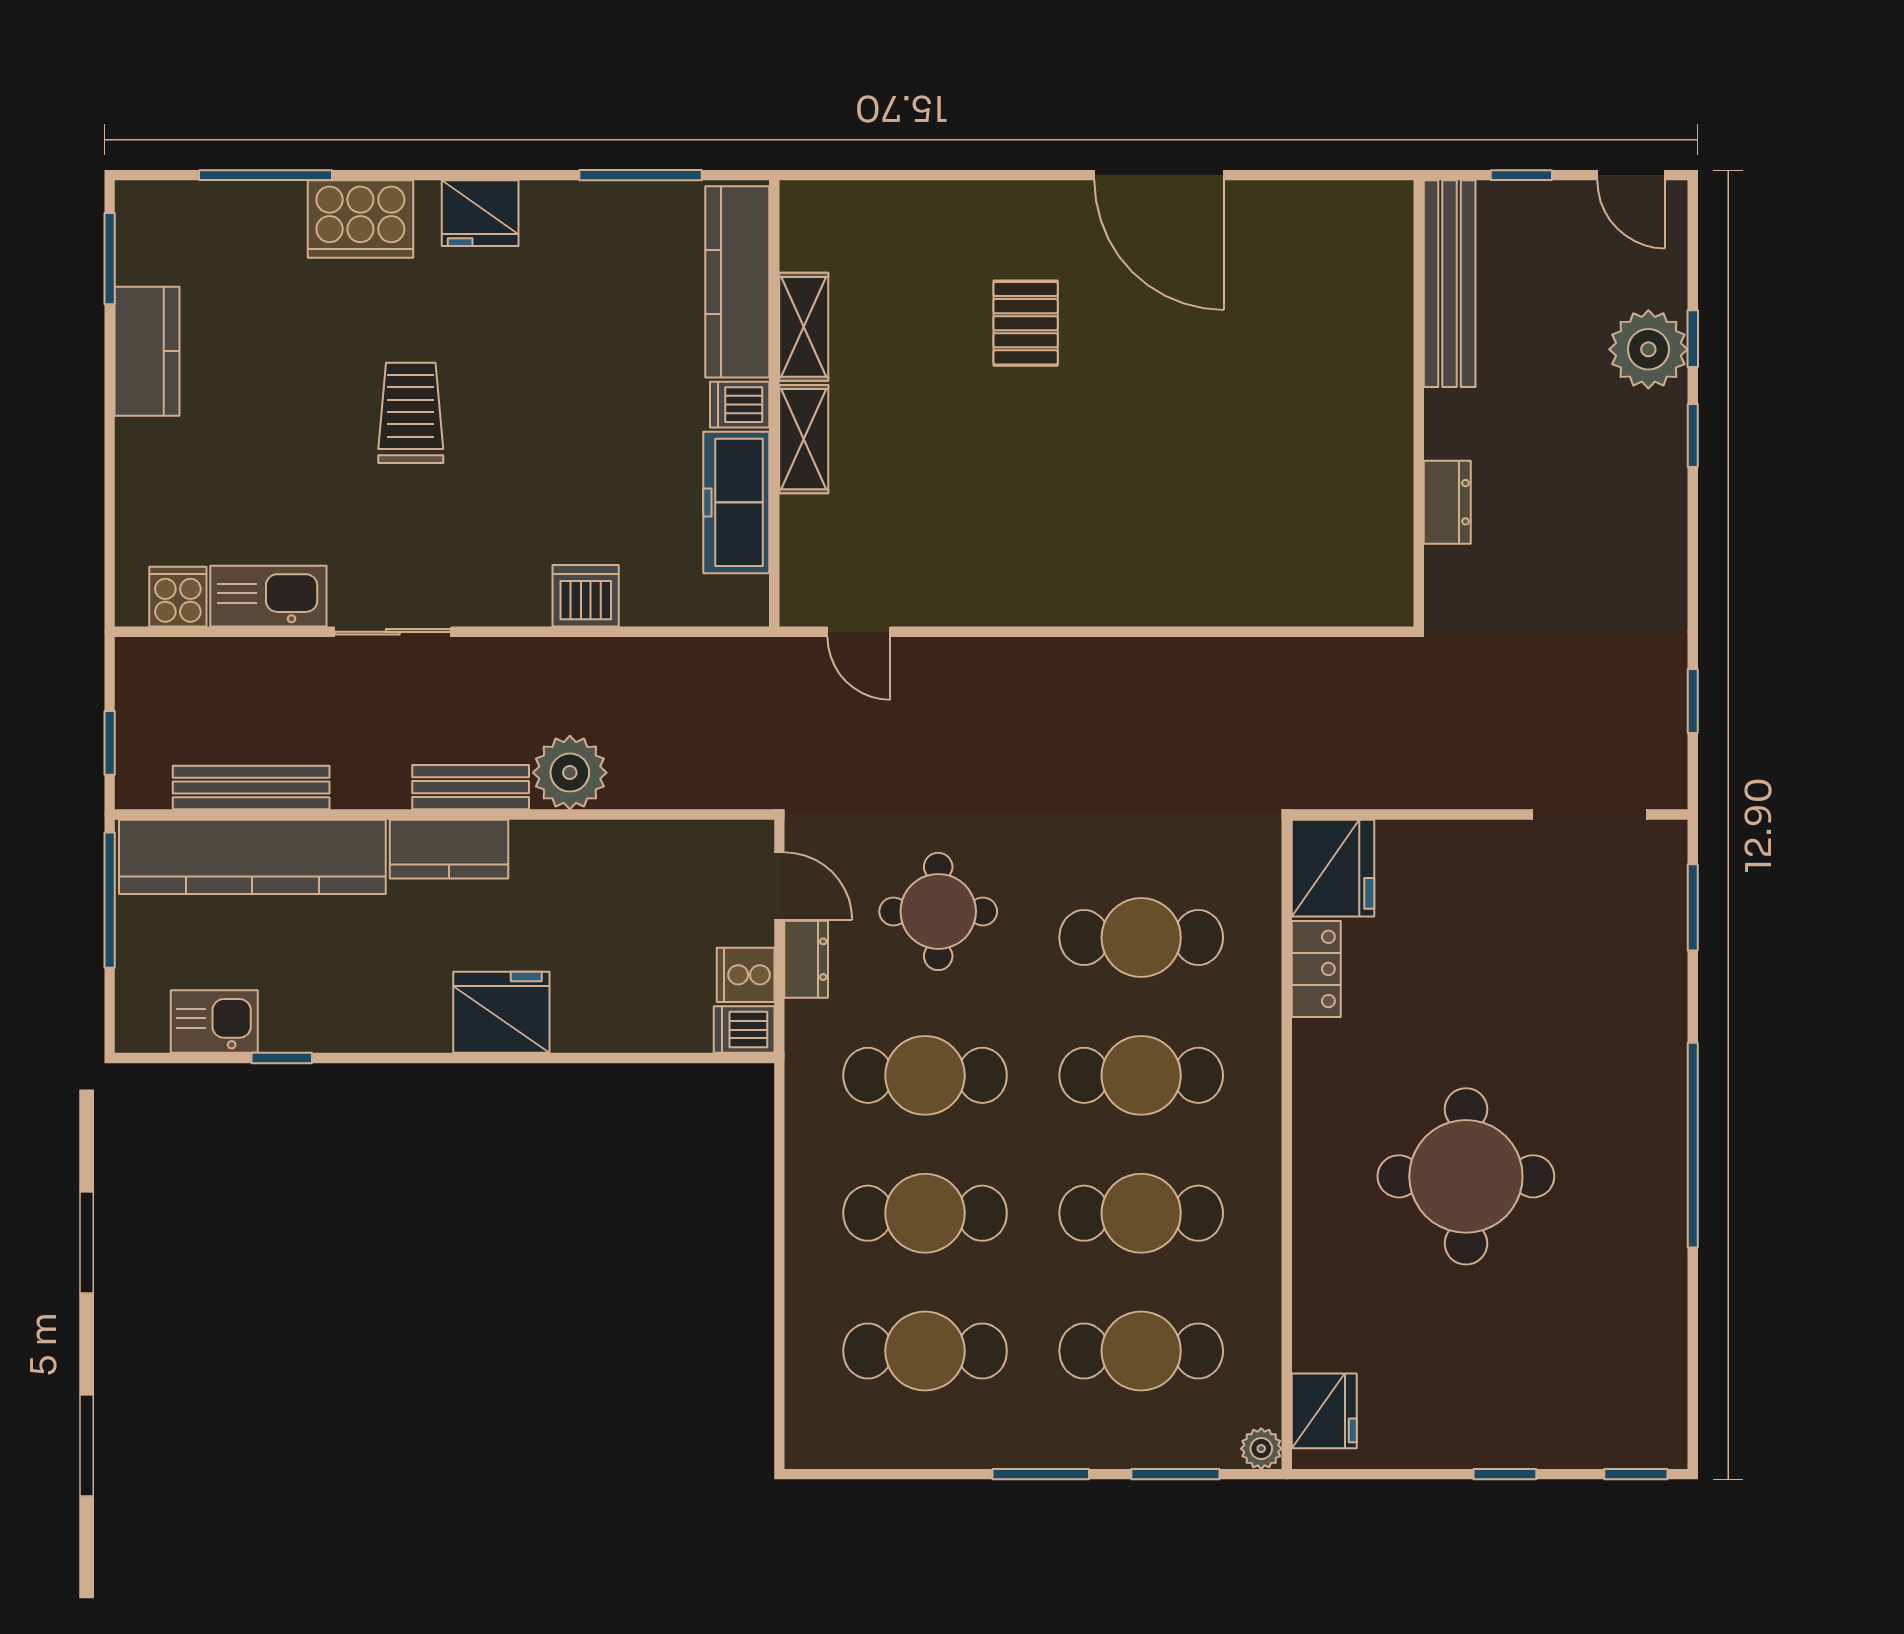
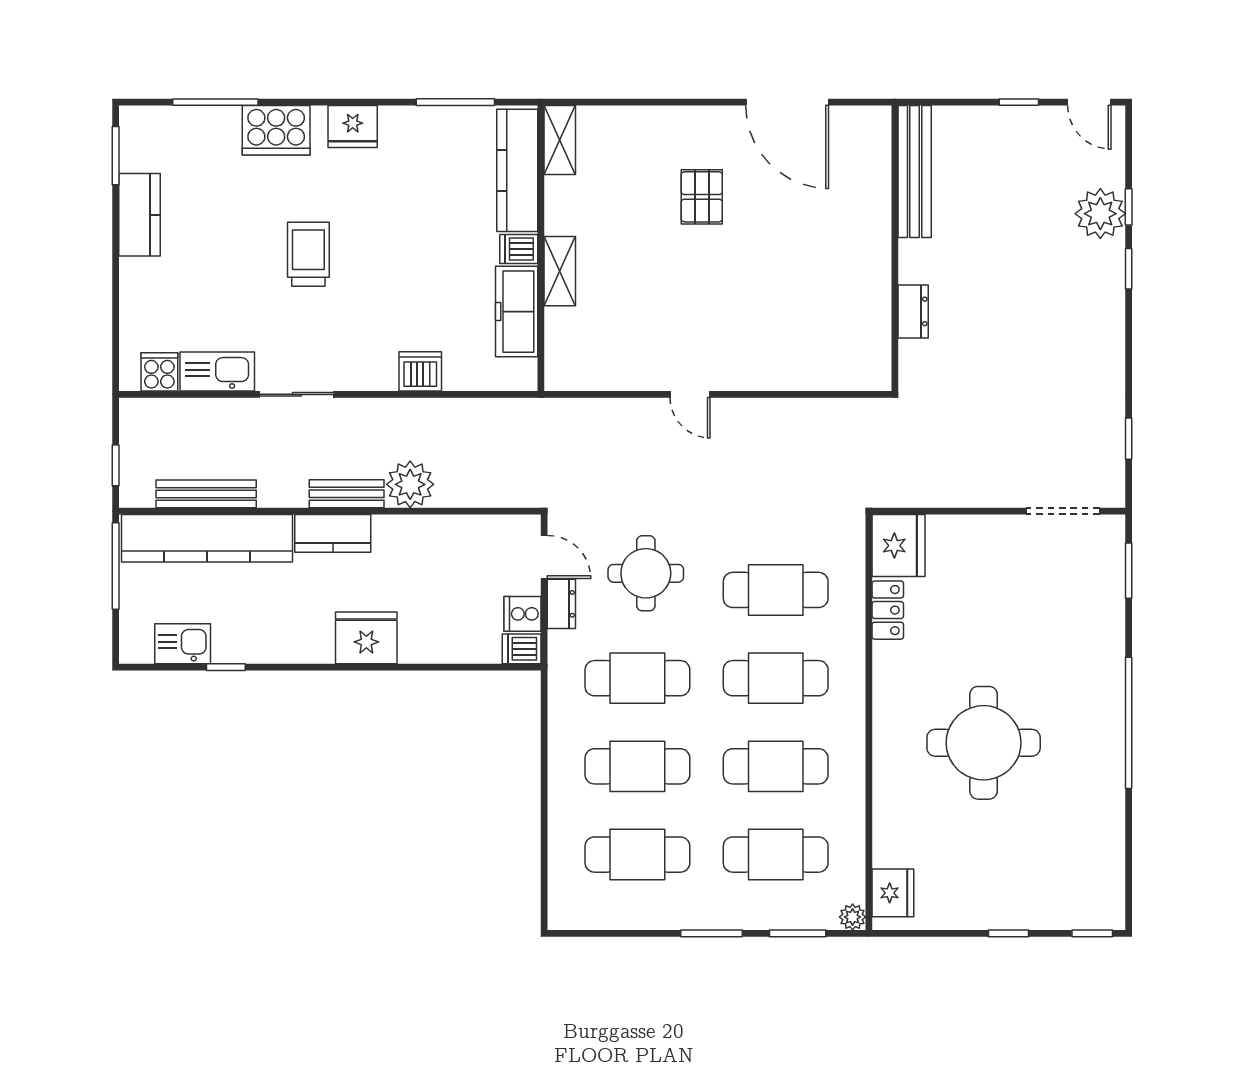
bench: (1450, 284) -> (915, 172), moved
shelving: (804, 327) -> (560, 140), moved
wall: (1419, 403) -> (895, 248), moved
dresser: (1447, 502) -> (913, 311), moved
door: (859, 632) -> (690, 394), moved

